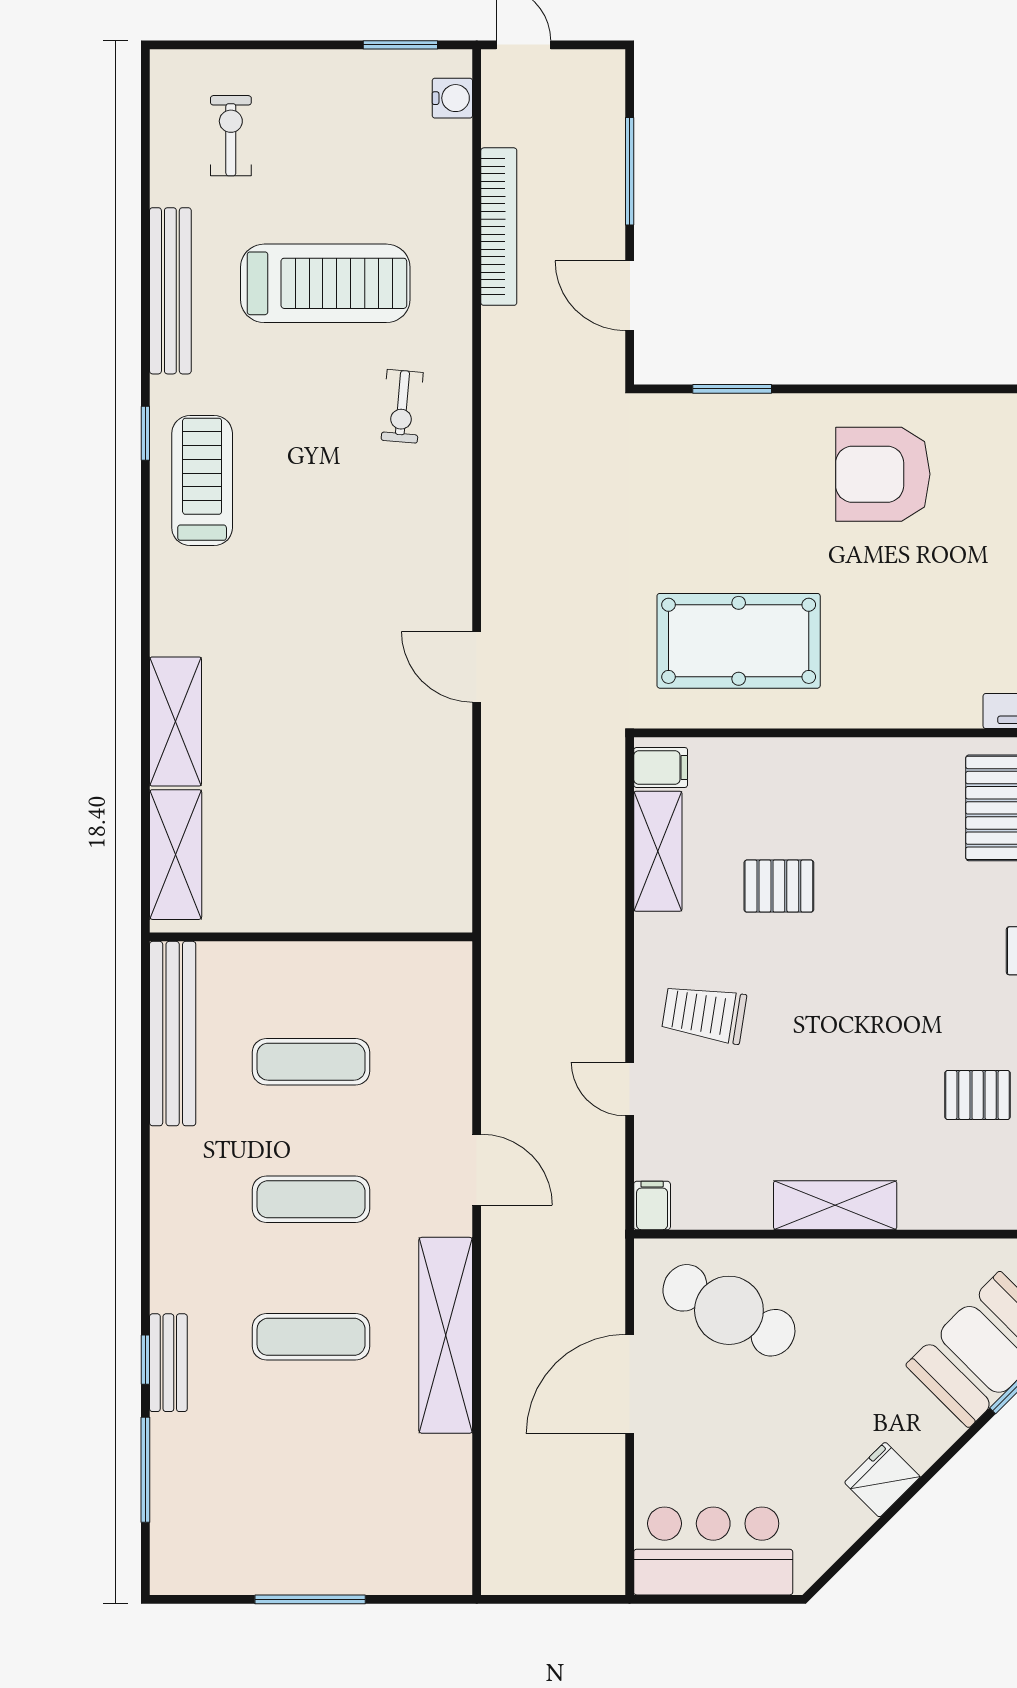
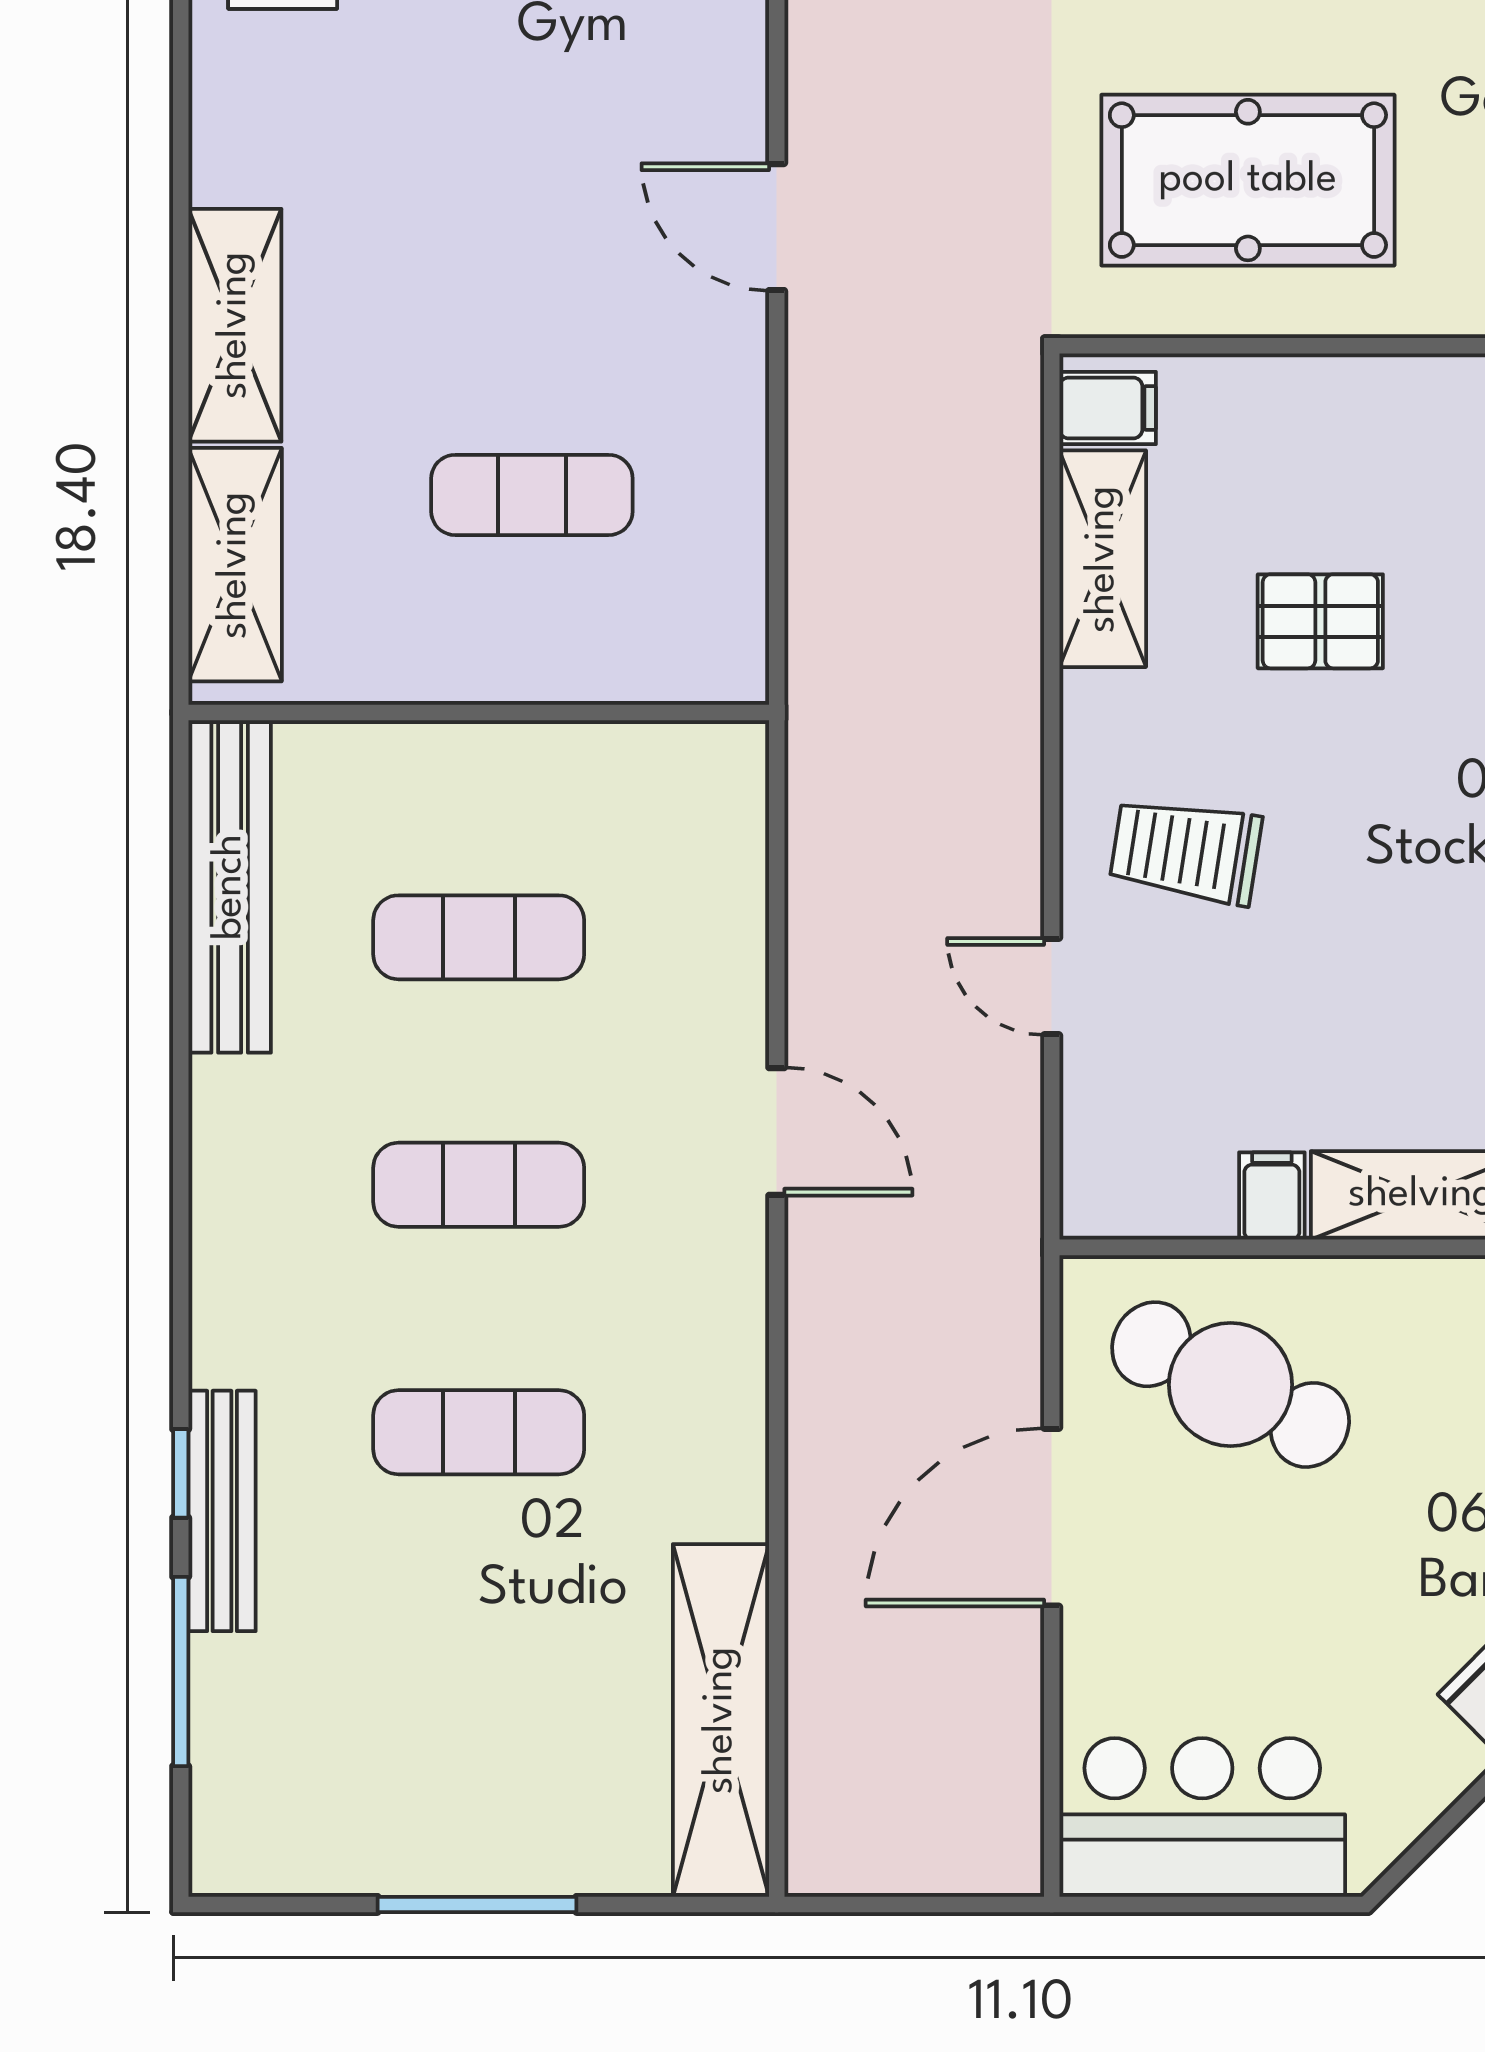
exercise mat: (341, 816) -> (532, 495), added
filing cabinet: (652, 1205) -> (1272, 1196), moved
shelving: (446, 1335) -> (721, 1720), moved
bench: (168, 1363) -> (222, 1511), width x1.36

